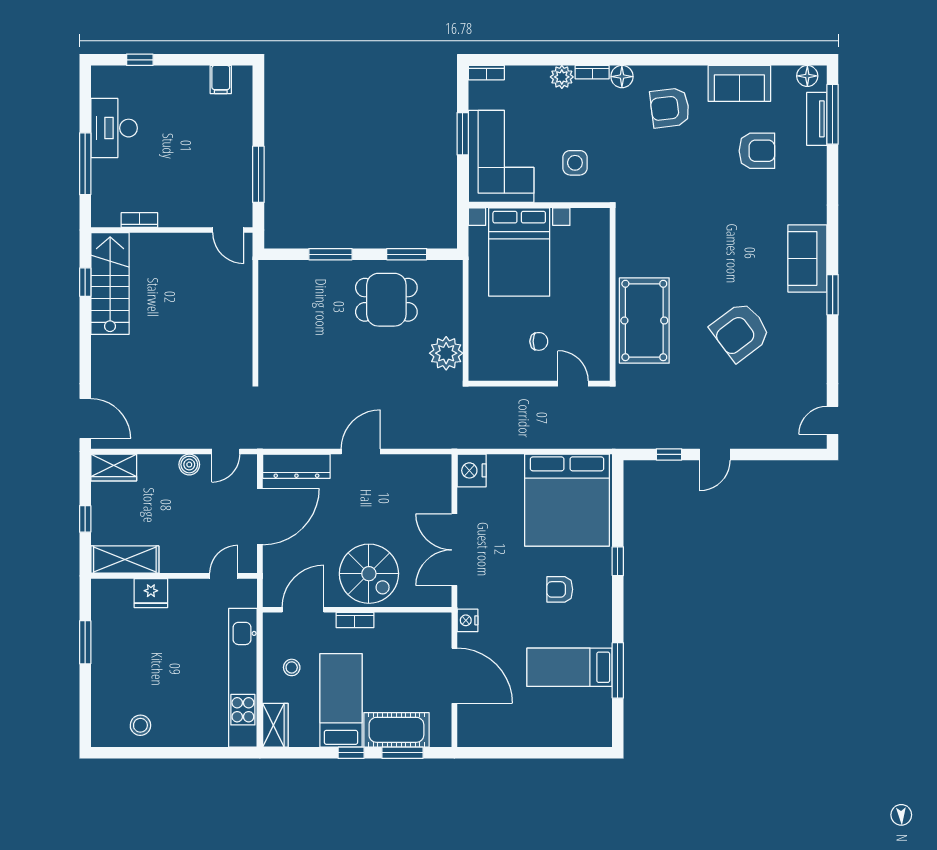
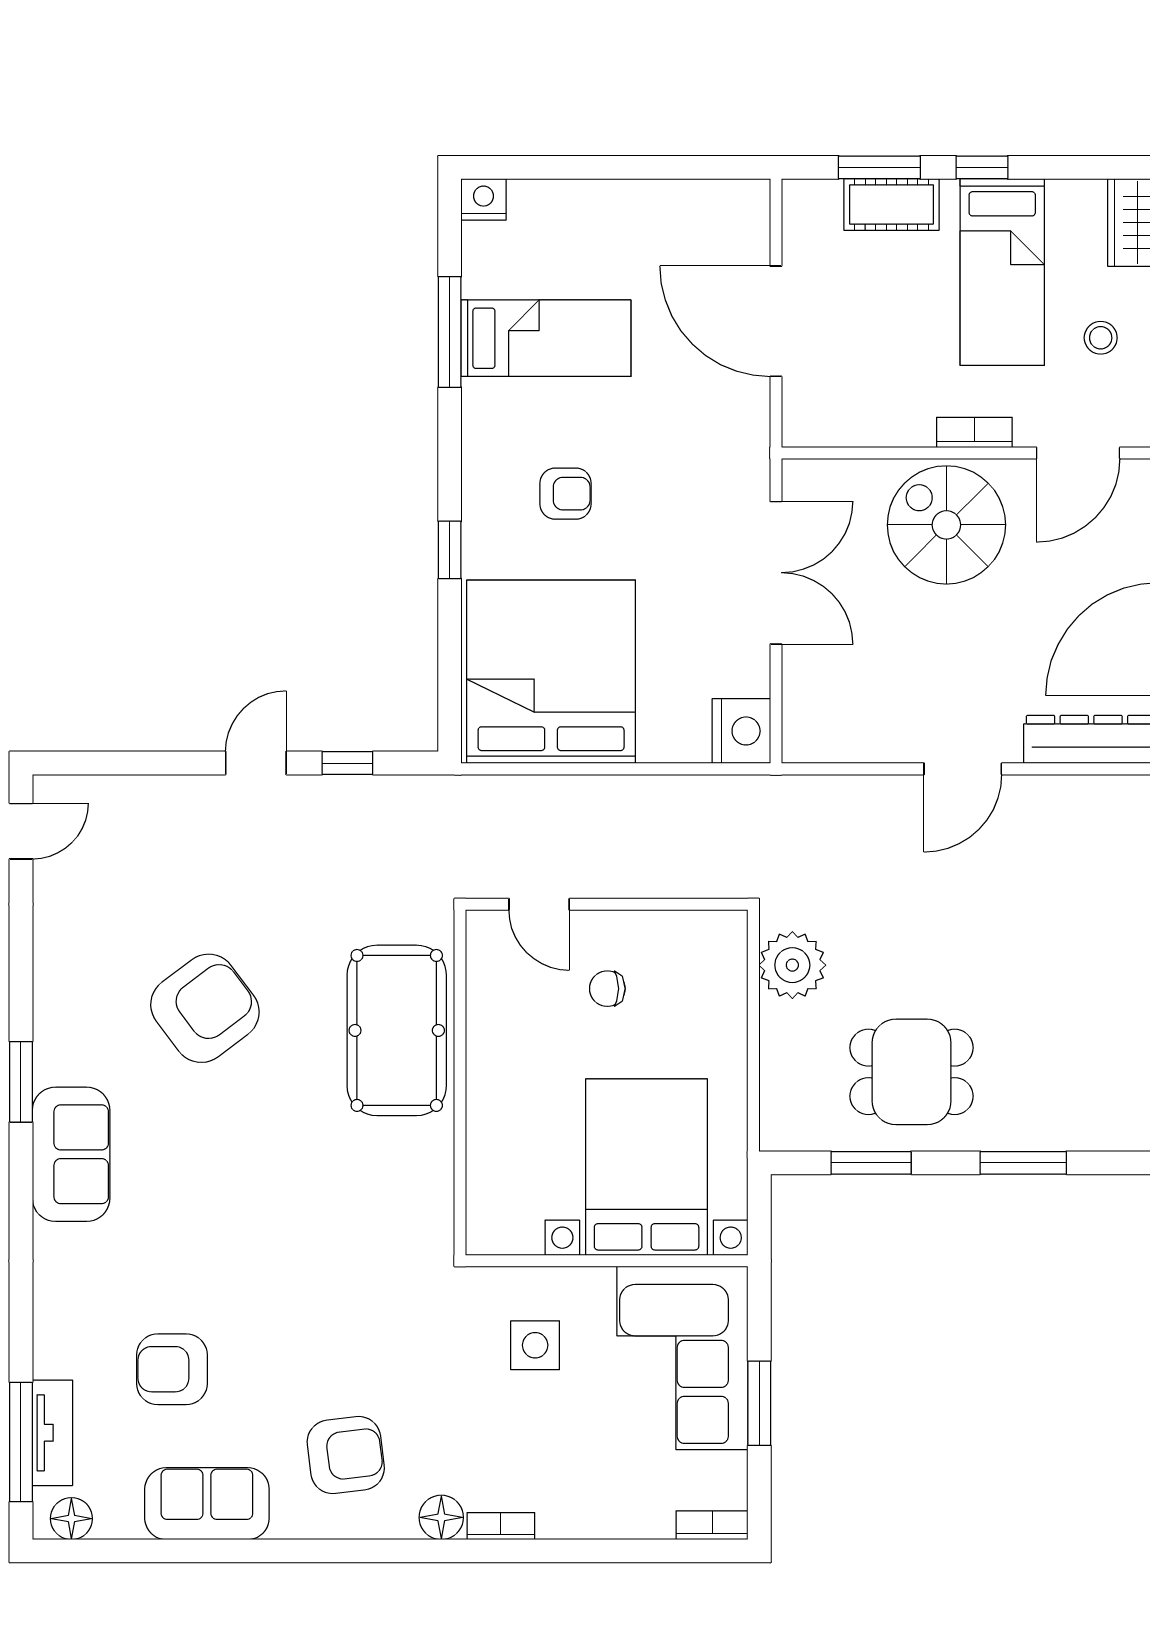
plant: (562, 77) -> (561, 1516), removed
nightstand: (467, 620) -> (484, 199), moved, turned -90
cot: (396, 730) -> (892, 204), width x0.73, depth x0.75

